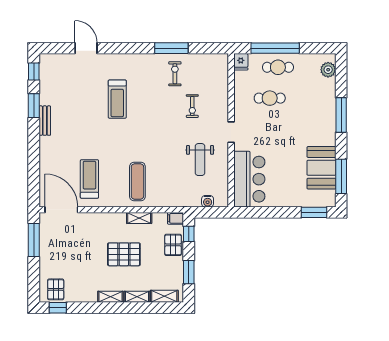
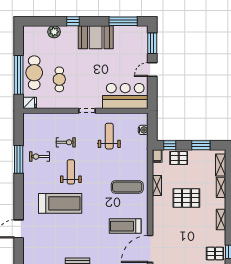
cafe table: (278, 67) -> (34, 73), width x1.37, depth x1.35
plant: (328, 70) -> (54, 32), moved
treadmill: (117, 99) -> (60, 203), width x1.37, depth x1.38
weight bench: (156, 112) -> (71, 172), added
window: (341, 115) -> (73, 21), width x0.46
weight bench: (200, 160) -> (109, 136), turned -90
booth: (321, 168) -> (96, 37), moved
door: (282, 212) -> (152, 70), added
pallet: (124, 254) -> (186, 198), turned 90
shelving: (111, 297) -> (221, 219), moved

